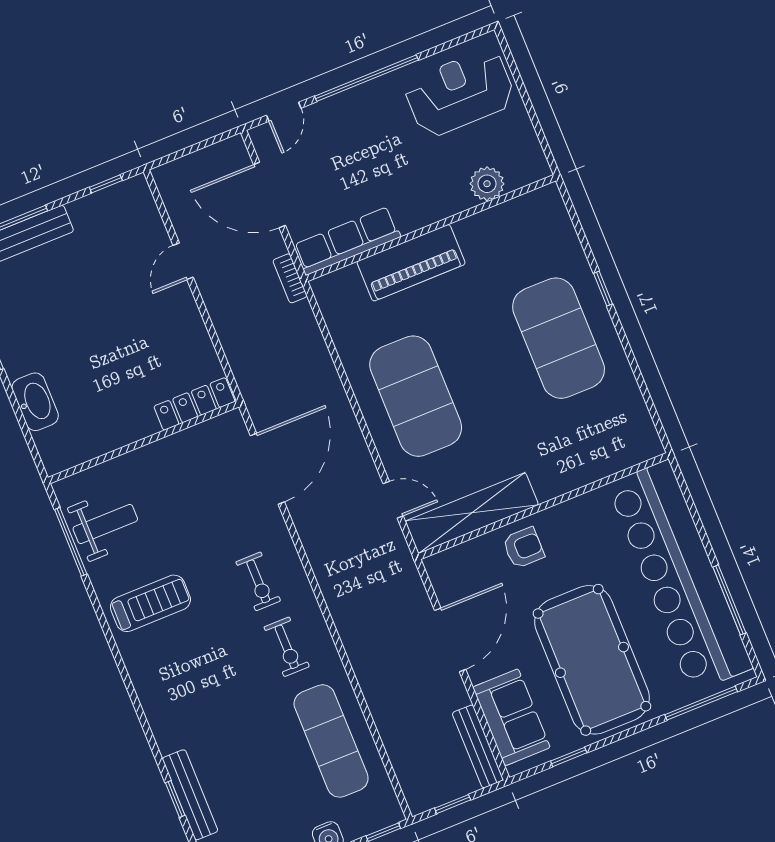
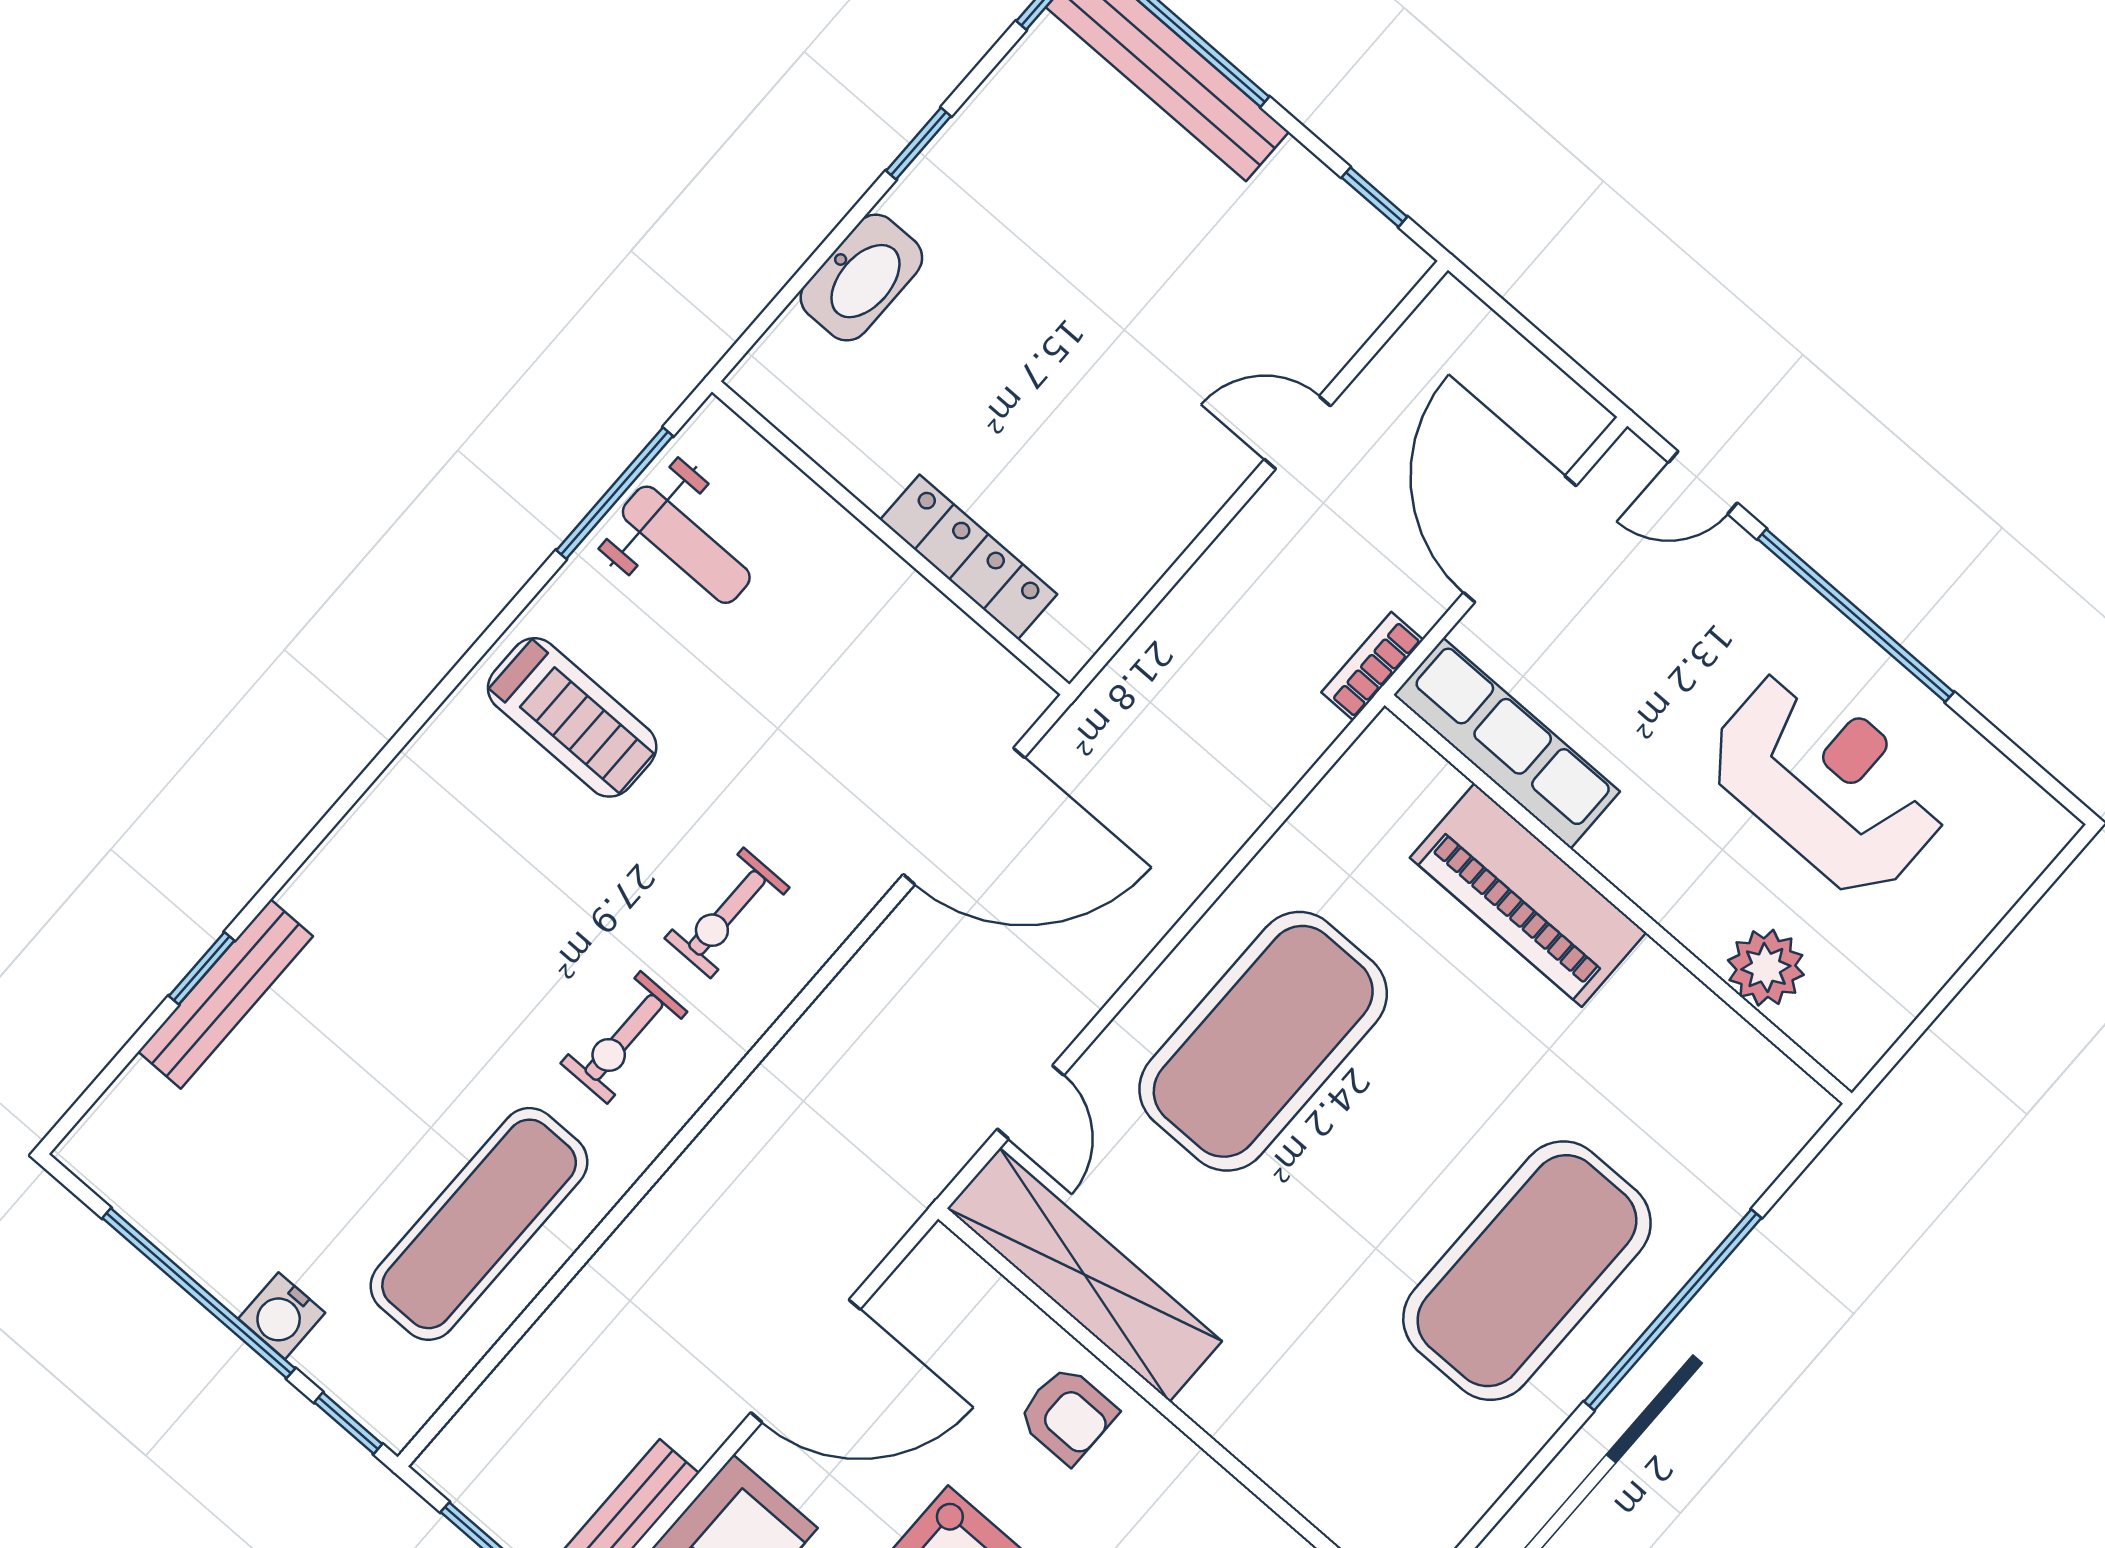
reception desk: (460, 93) -> (1827, 782), moved
window: (603, 289) -> (1673, 1310), width x3.17
locker: (194, 404) -> (969, 557), moved

